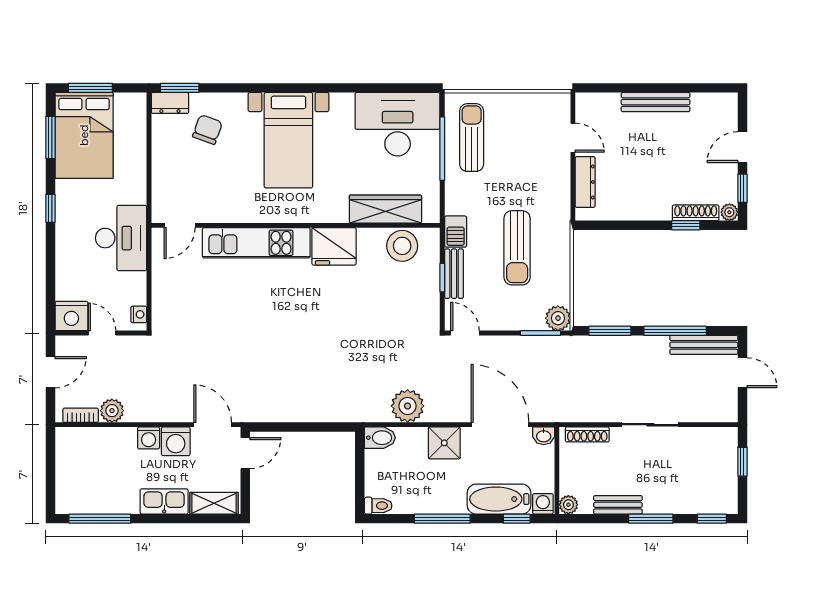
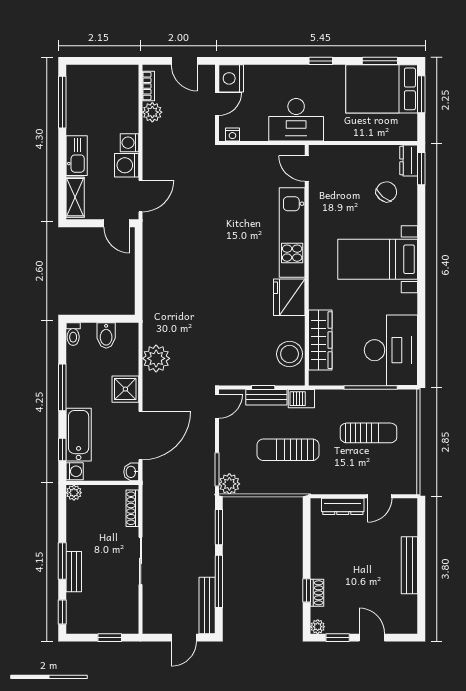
chair: (207, 130) -> (386, 192), turned -70
sun lounger: (472, 138) -> (369, 433), moved
shoe rack: (696, 213) -> (317, 593), width x0.70
bidet: (380, 438) -> (106, 335), moved
bench: (618, 505) -> (74, 572), moved

